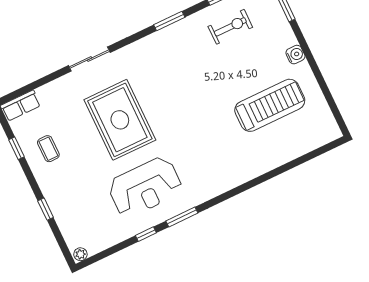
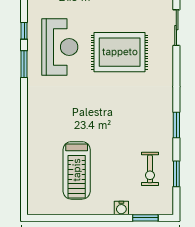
water cooler: (295, 55) -> (121, 208), moved
sliding door: (89, 59) -> (176, 28), moved
reception desk: (145, 187) -> (60, 47), turned 180

